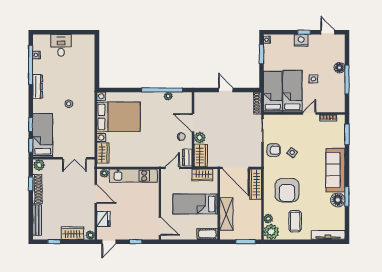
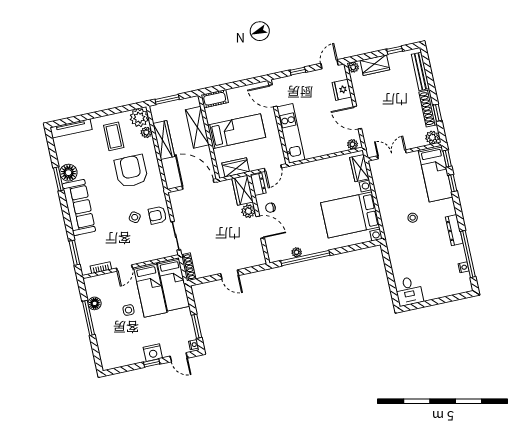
door: (328, 32) -> (179, 357), moved
desk: (61, 45) -> (409, 291), moved
floor lamp: (339, 68) -> (95, 303), moved
kitchen unit: (133, 176) -> (291, 133), moved, turned 90
wardrobe: (256, 184) -> (164, 140), moved

